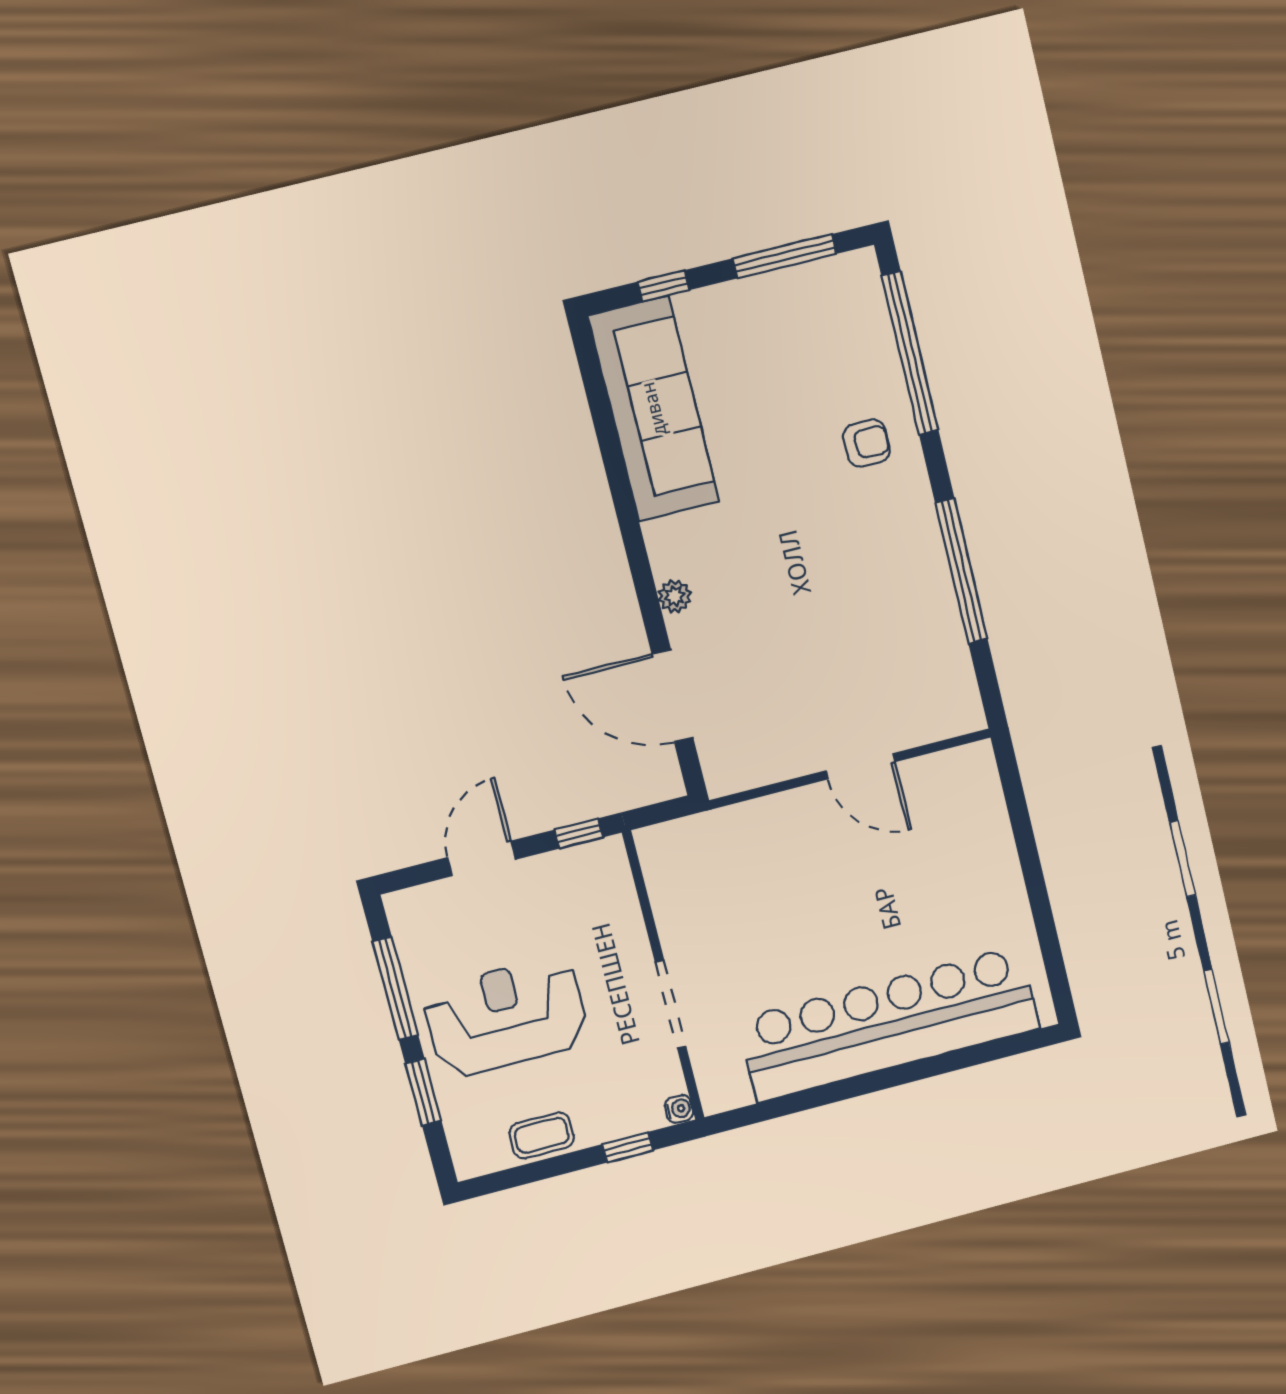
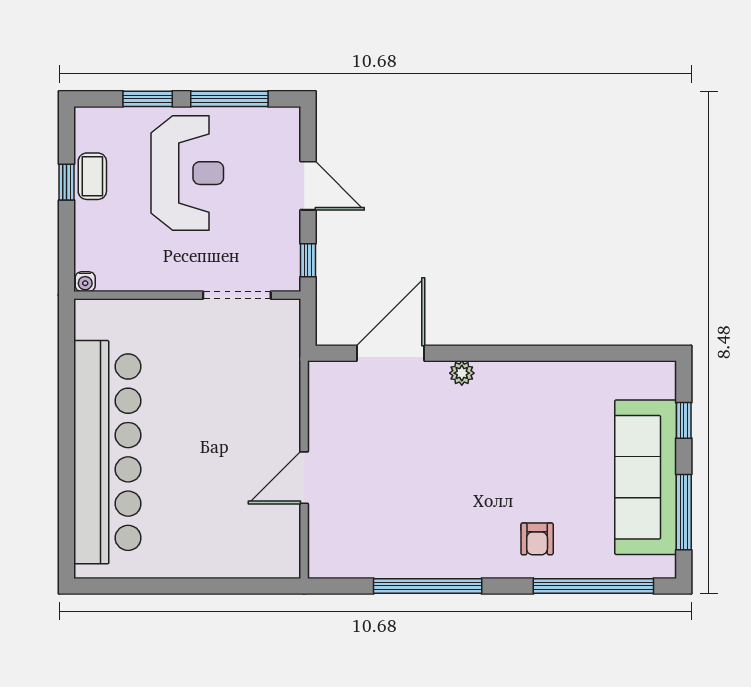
sofa: (654, 409) -> (646, 477), moved, turned 90
doorway: (671, 1004) -> (237, 295), moved
window: (628, 1147) -> (67, 182), moved

